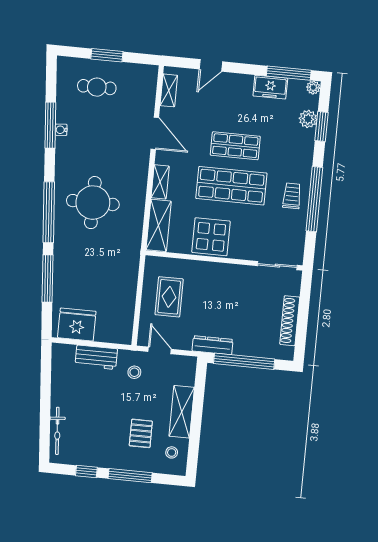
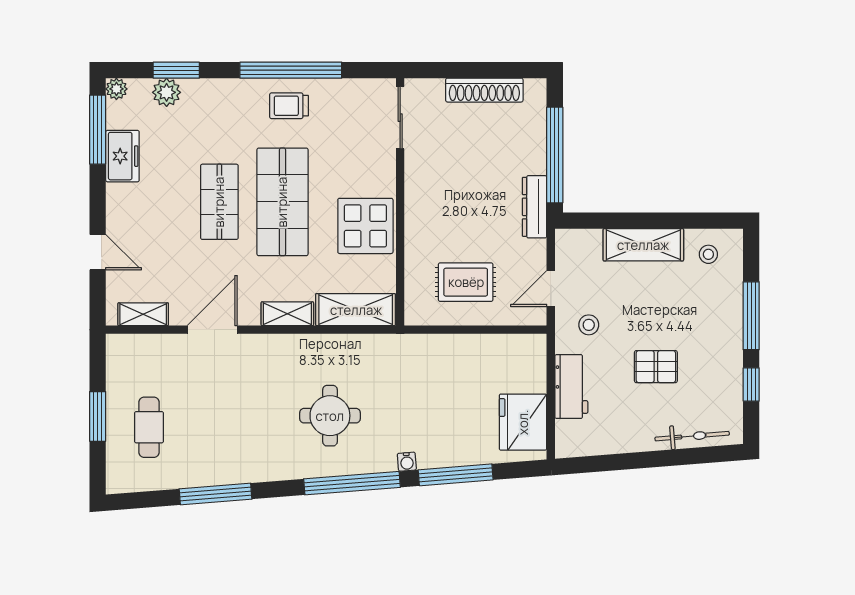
water cooler: (61, 130) -> (407, 462), moved
round table: (93, 203) -> (330, 416), width x0.73, depth x0.73
pallet: (141, 433) -> (656, 367), moved

